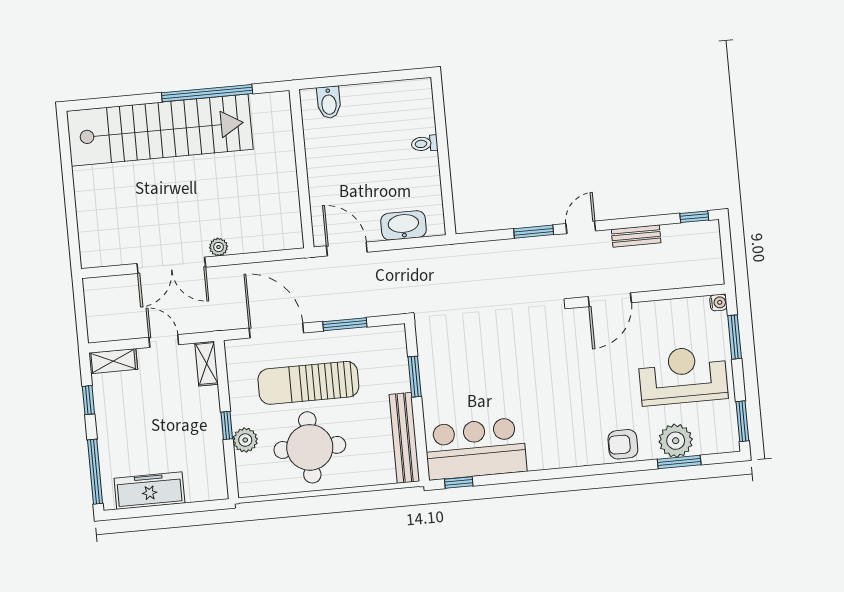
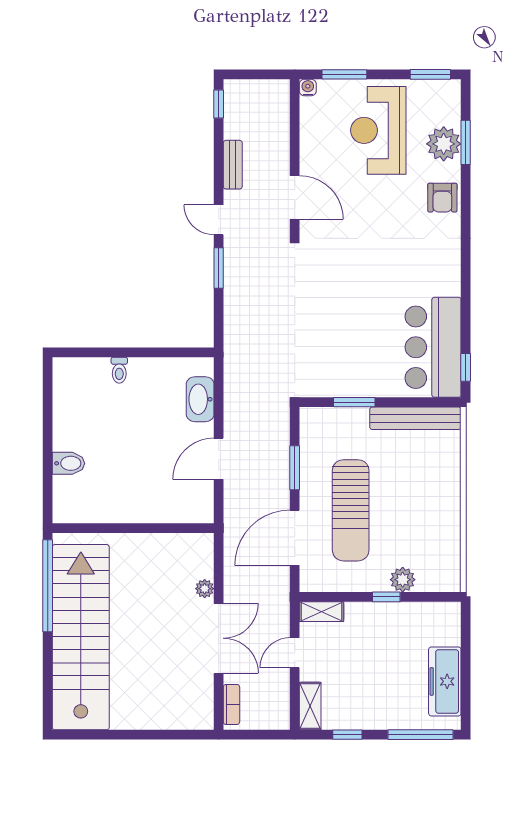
wall: (302, 169) -> (133, 528), moved
bookcase: (108, 284) -> (231, 704), added
round table: (310, 447) -> (416, 515), removed

